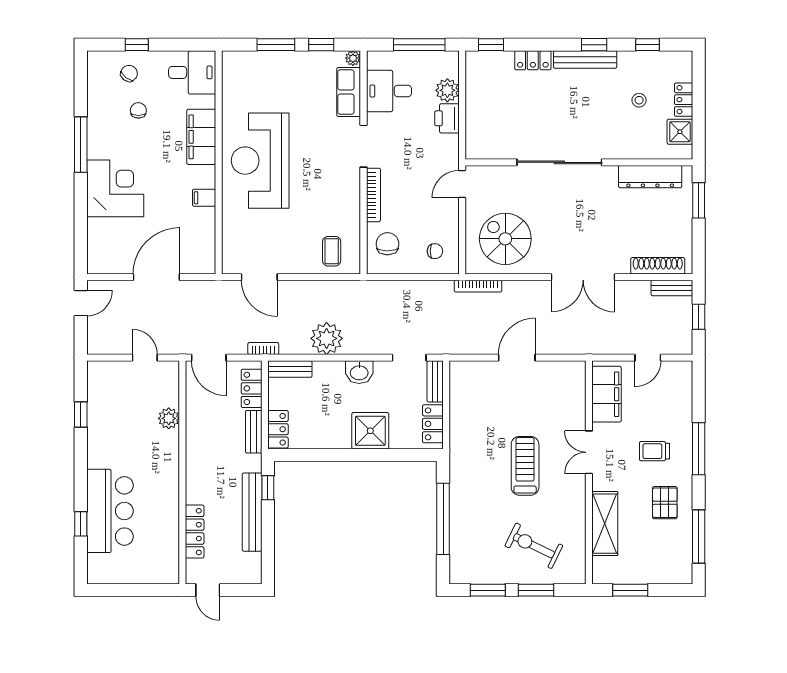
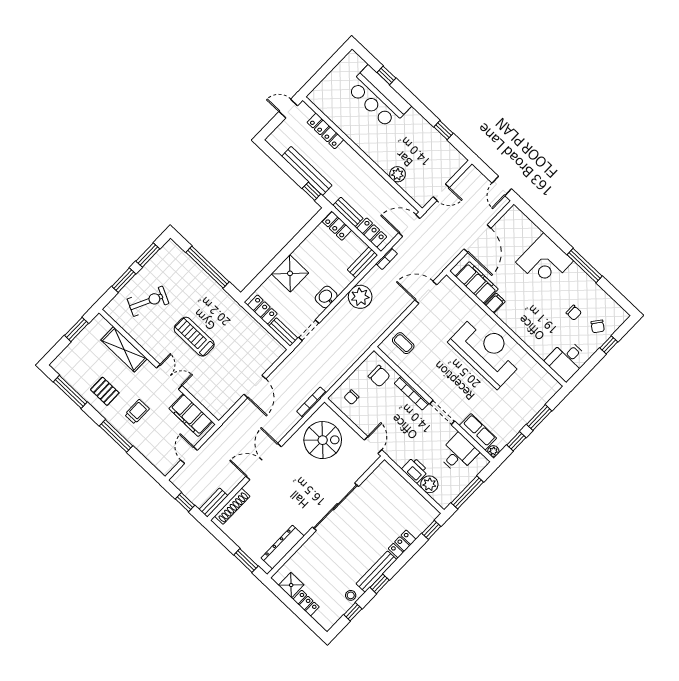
stool: (639, 100) -> (351, 595), moved
filing cabinet: (201, 137) -> (477, 283), moved
treadmill: (525, 466) -> (194, 337), turned 180

